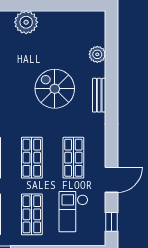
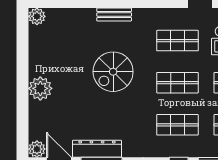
plant: (97, 54) -> (37, 16), moved
spiral stairs: (55, 89) -> (113, 72), moved

